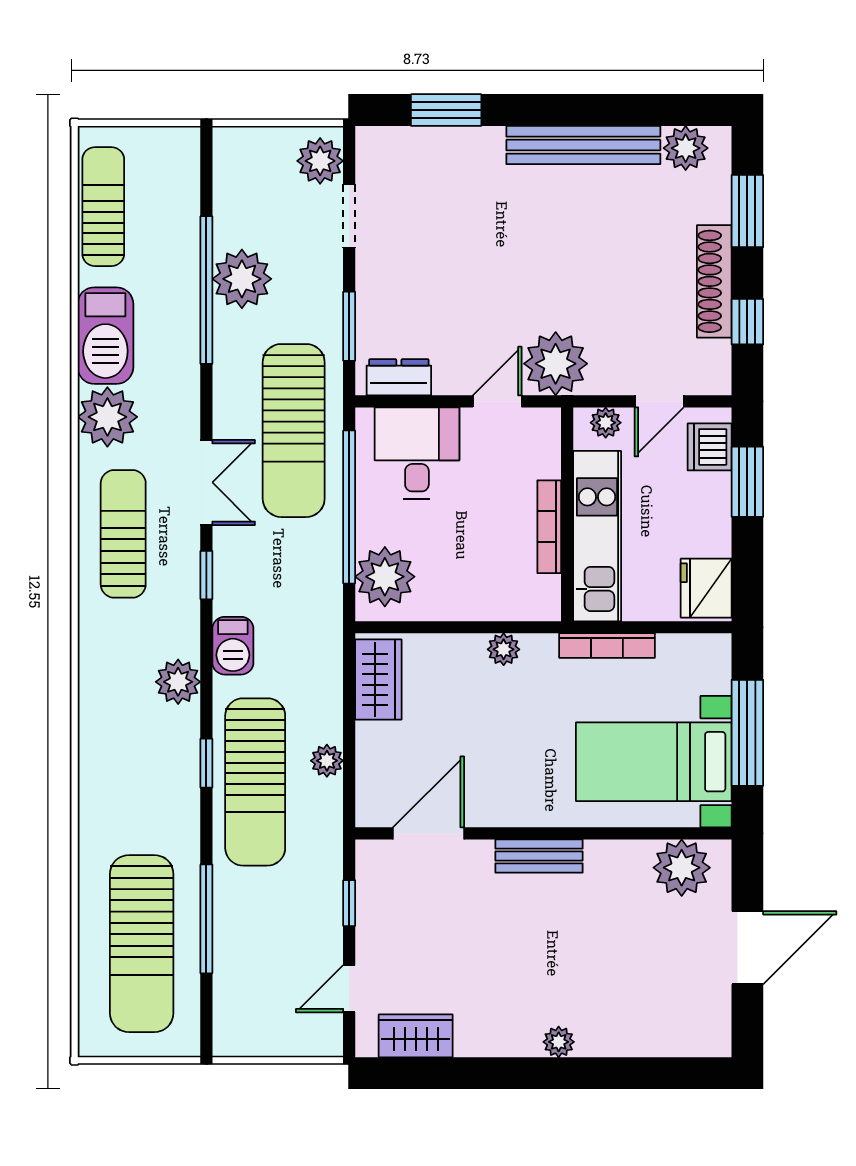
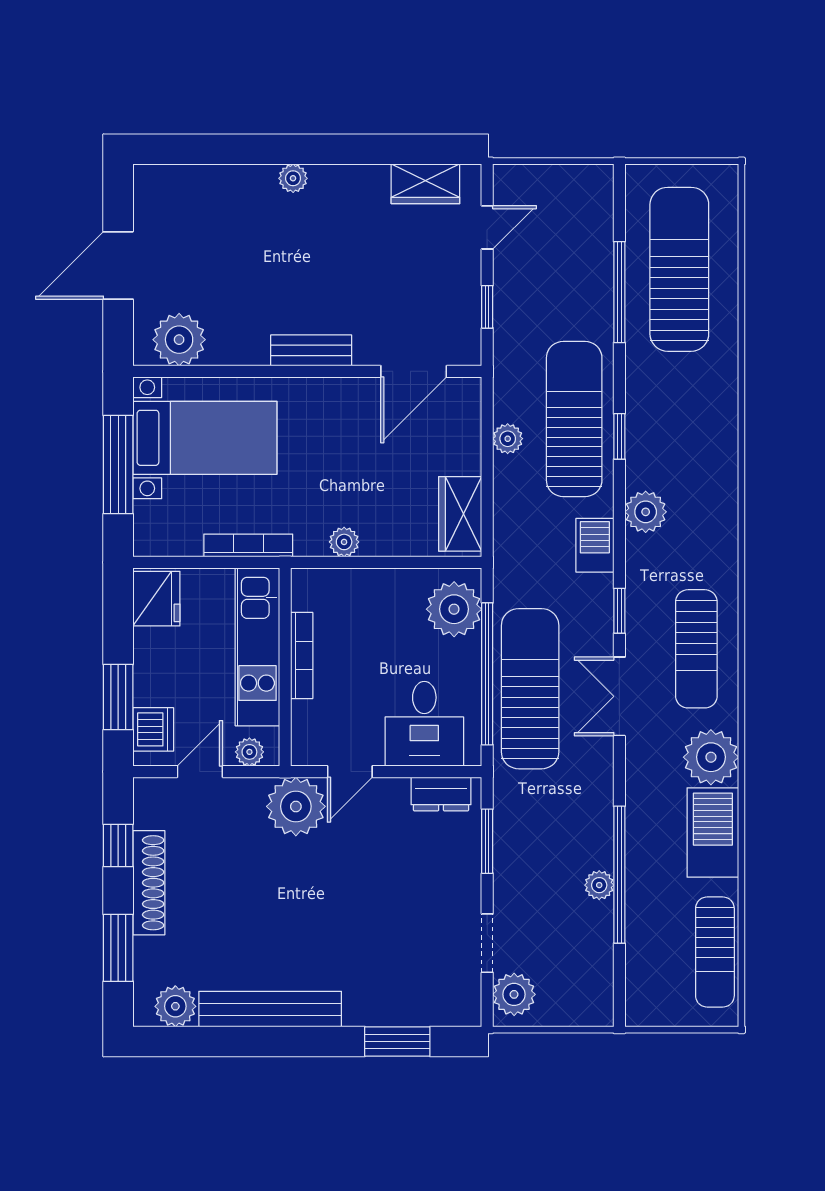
plant: (242, 279) -> (599, 885), width x0.53, depth x0.53
sun lounger: (294, 431) -> (530, 689), moved

